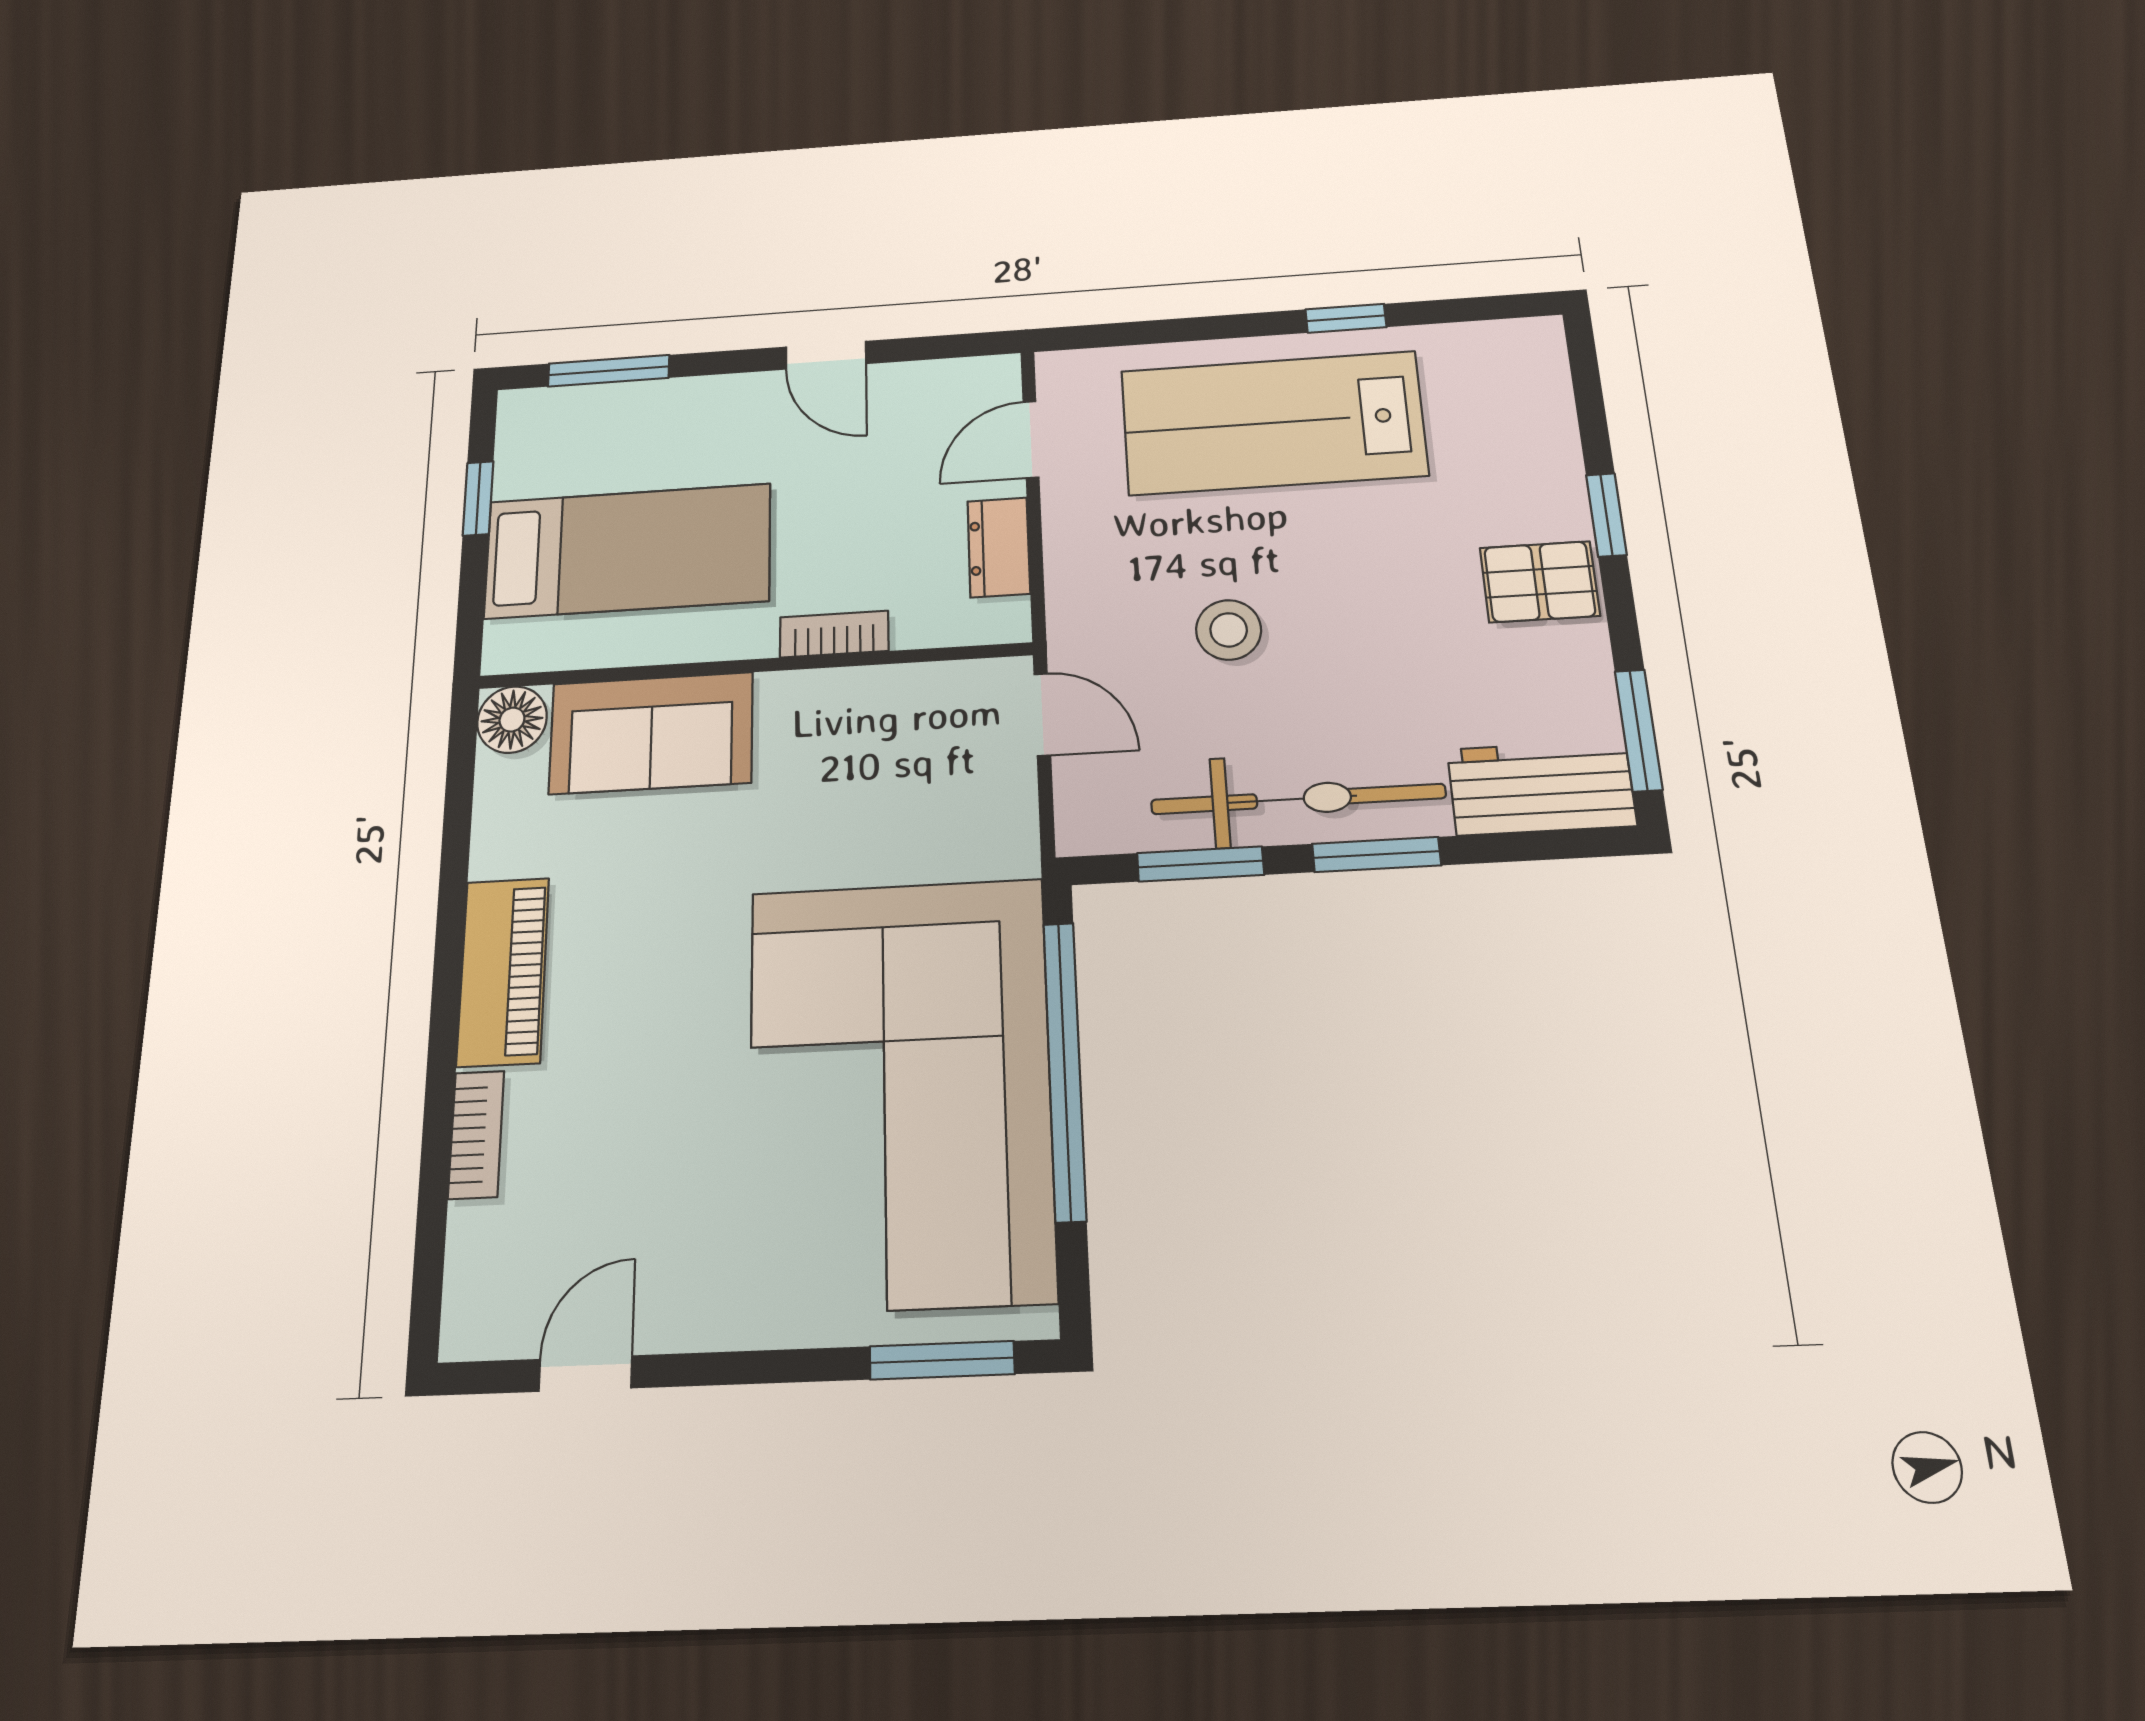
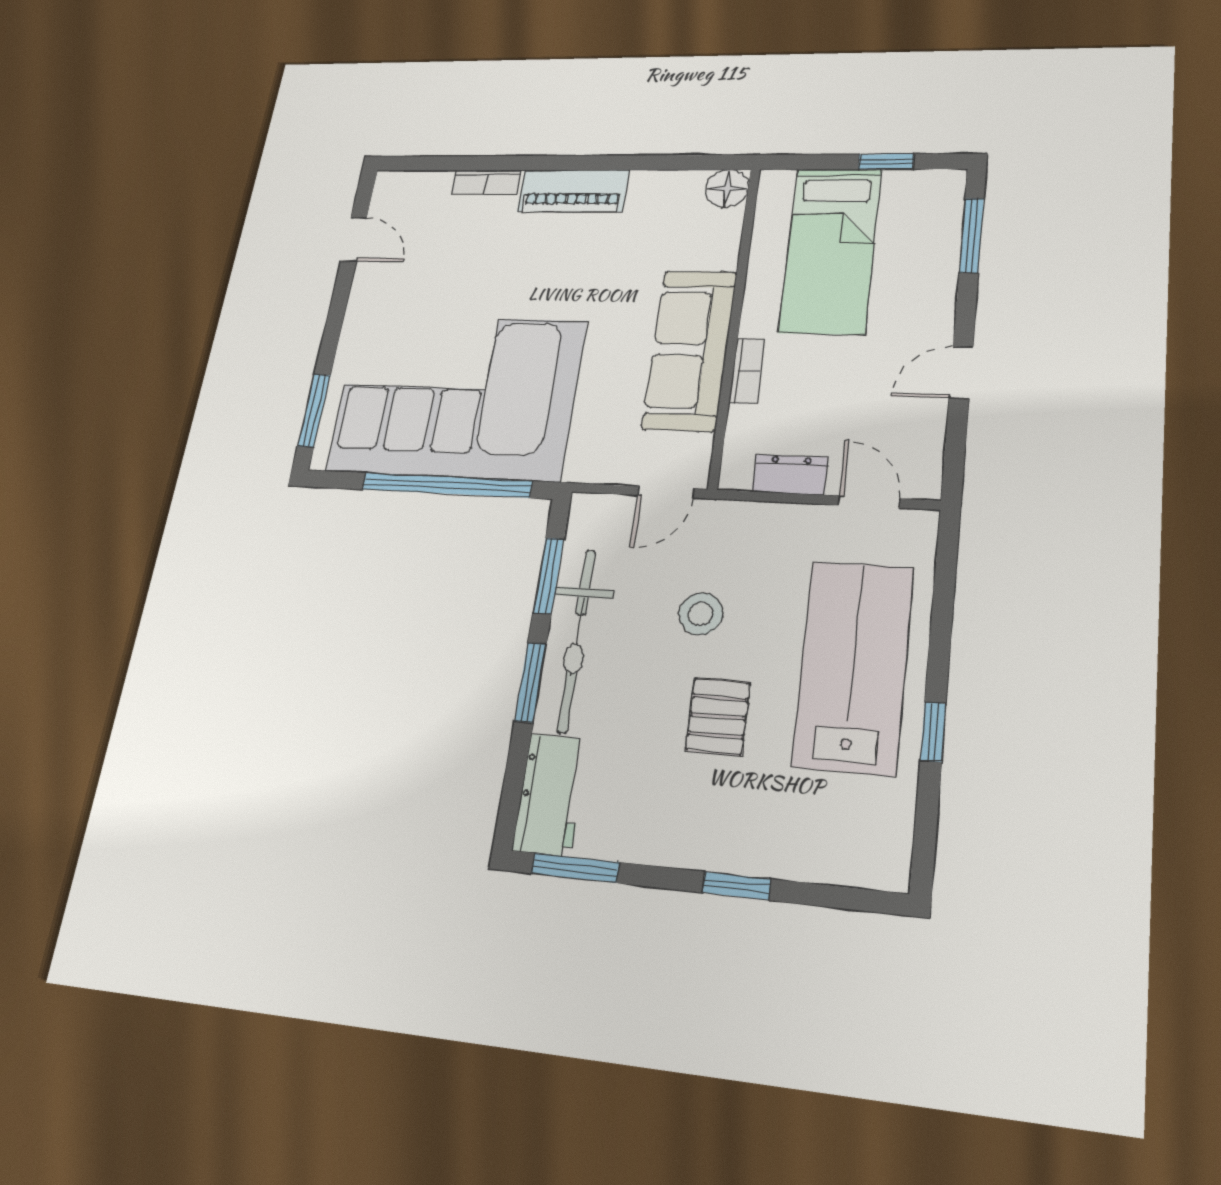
pallet: (1540, 582) -> (718, 716), moved
sofa: (651, 733) -> (690, 350), moved, width x1.36

